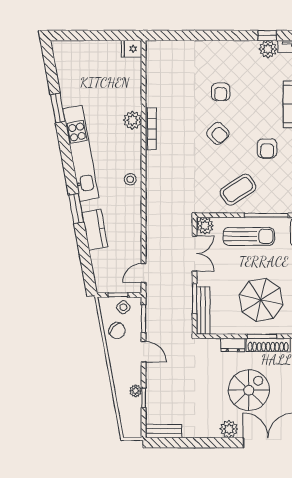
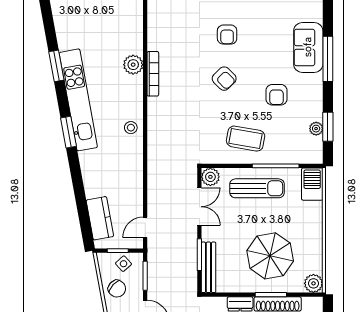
window: (58, 108) -> (56, 66), moved
coffee table: (238, 190) -> (246, 139), turned 43
window: (76, 208) -> (68, 132), moved
kitchen counter: (95, 230) -> (100, 218), moved

